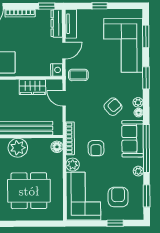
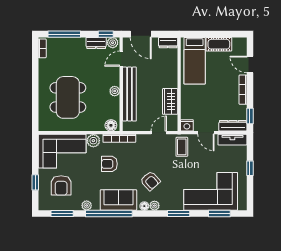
plant: (18, 148) -> (115, 91), width x0.53, depth x0.53
armchair: (118, 197) -> (61, 185), turned 90

